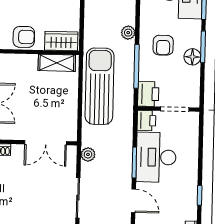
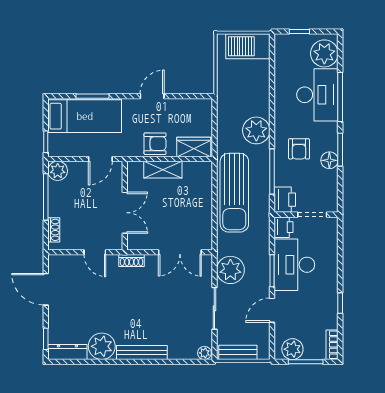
plant: (128, 33) -> (256, 130), width x1.88, depth x1.88
shelving: (57, 63) -> (163, 170), moved
sun lounger: (100, 86) -> (234, 193), turned 180
plant: (88, 154) -> (230, 270), width x1.88, depth x1.88
door: (133, 201) -> (272, 310), swing flipped

